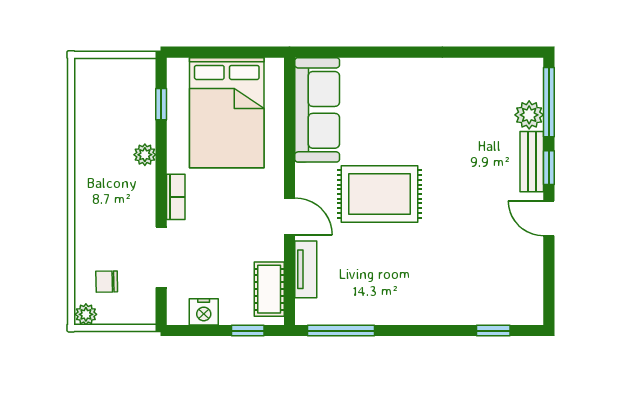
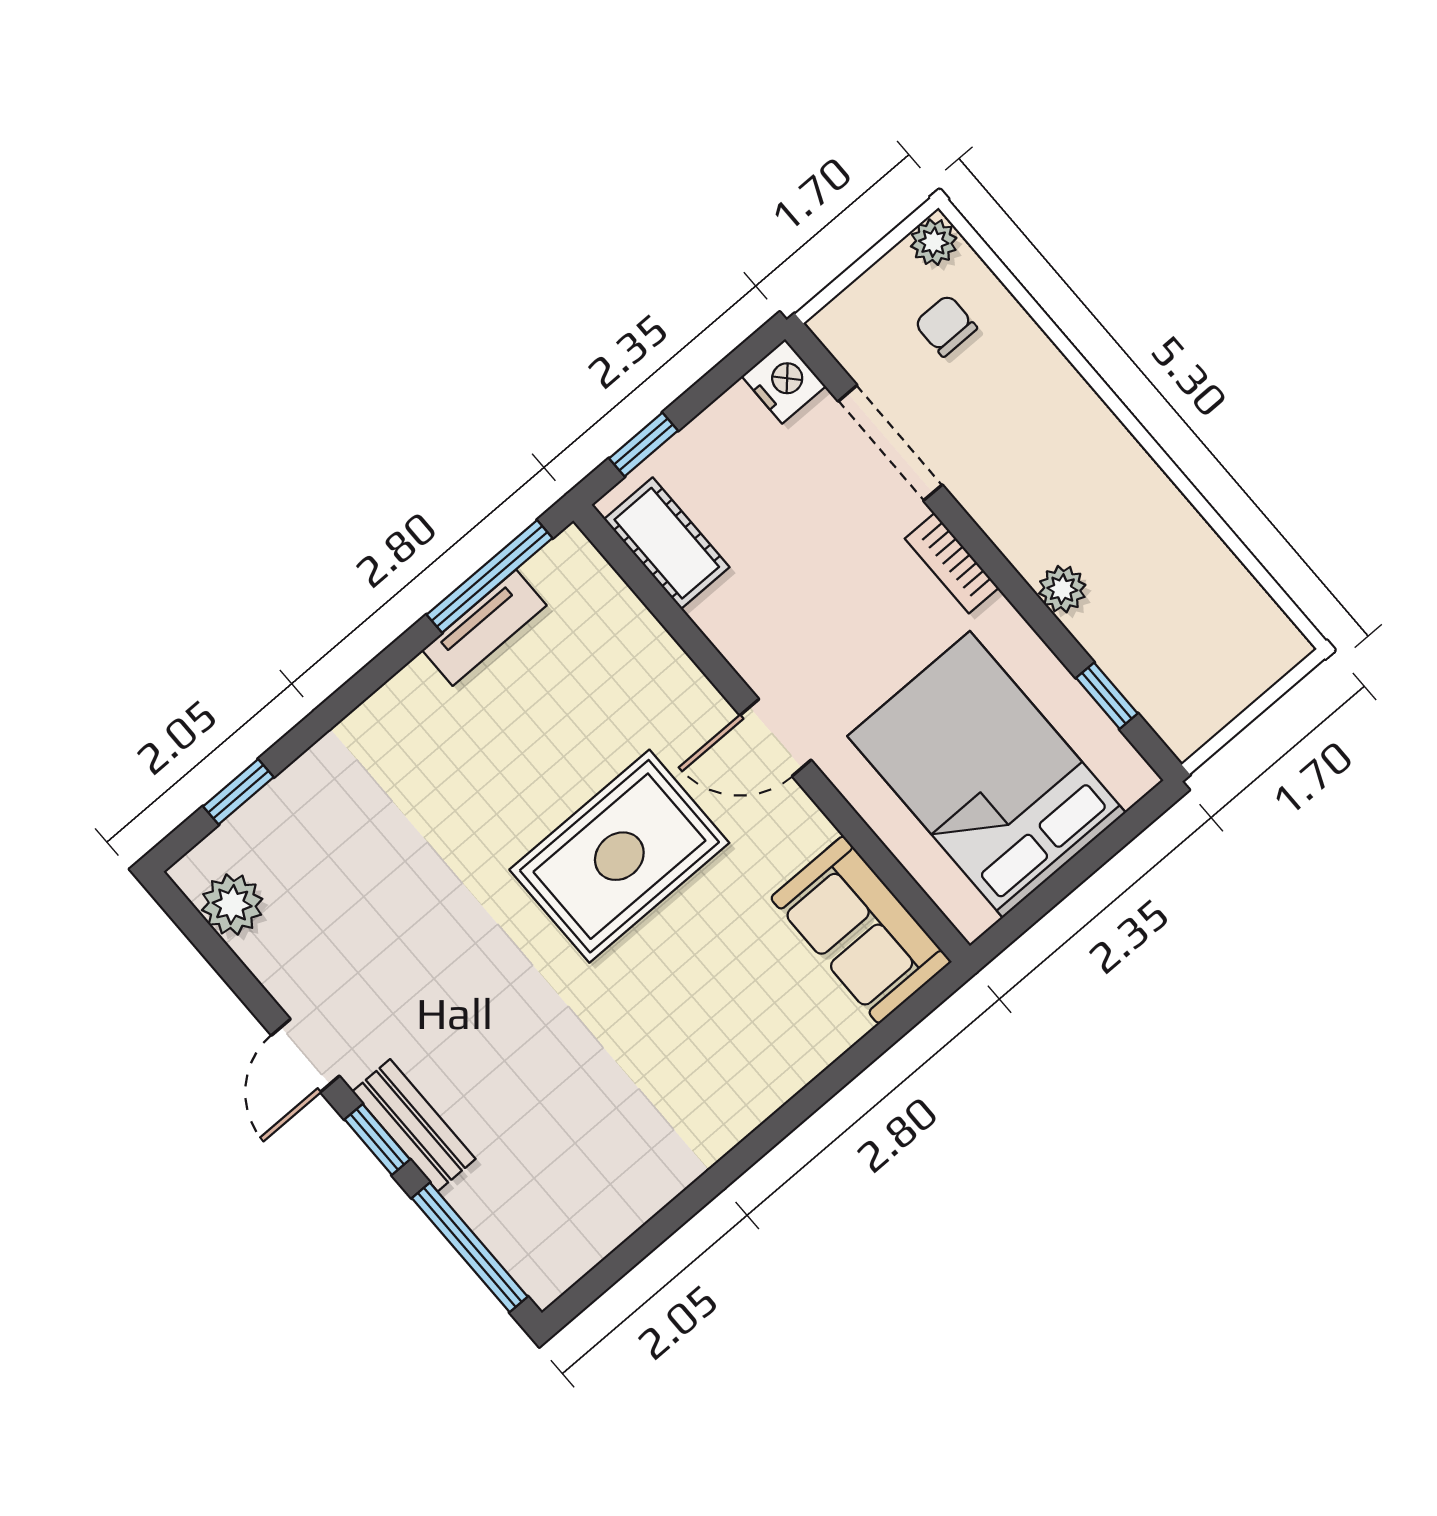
sofa: (317, 110) -> (861, 930), width x0.73
plant: (529, 115) -> (232, 904), moved
door: (289, 216) -> (775, 738), moved
door: (549, 218) -> (305, 1056), swing flipped
tv unit: (306, 269) -> (484, 628), moved, turned -90
chair: (107, 282) -> (946, 326), turned -89
nightstand: (204, 312) -> (784, 381), moved, turned 90

